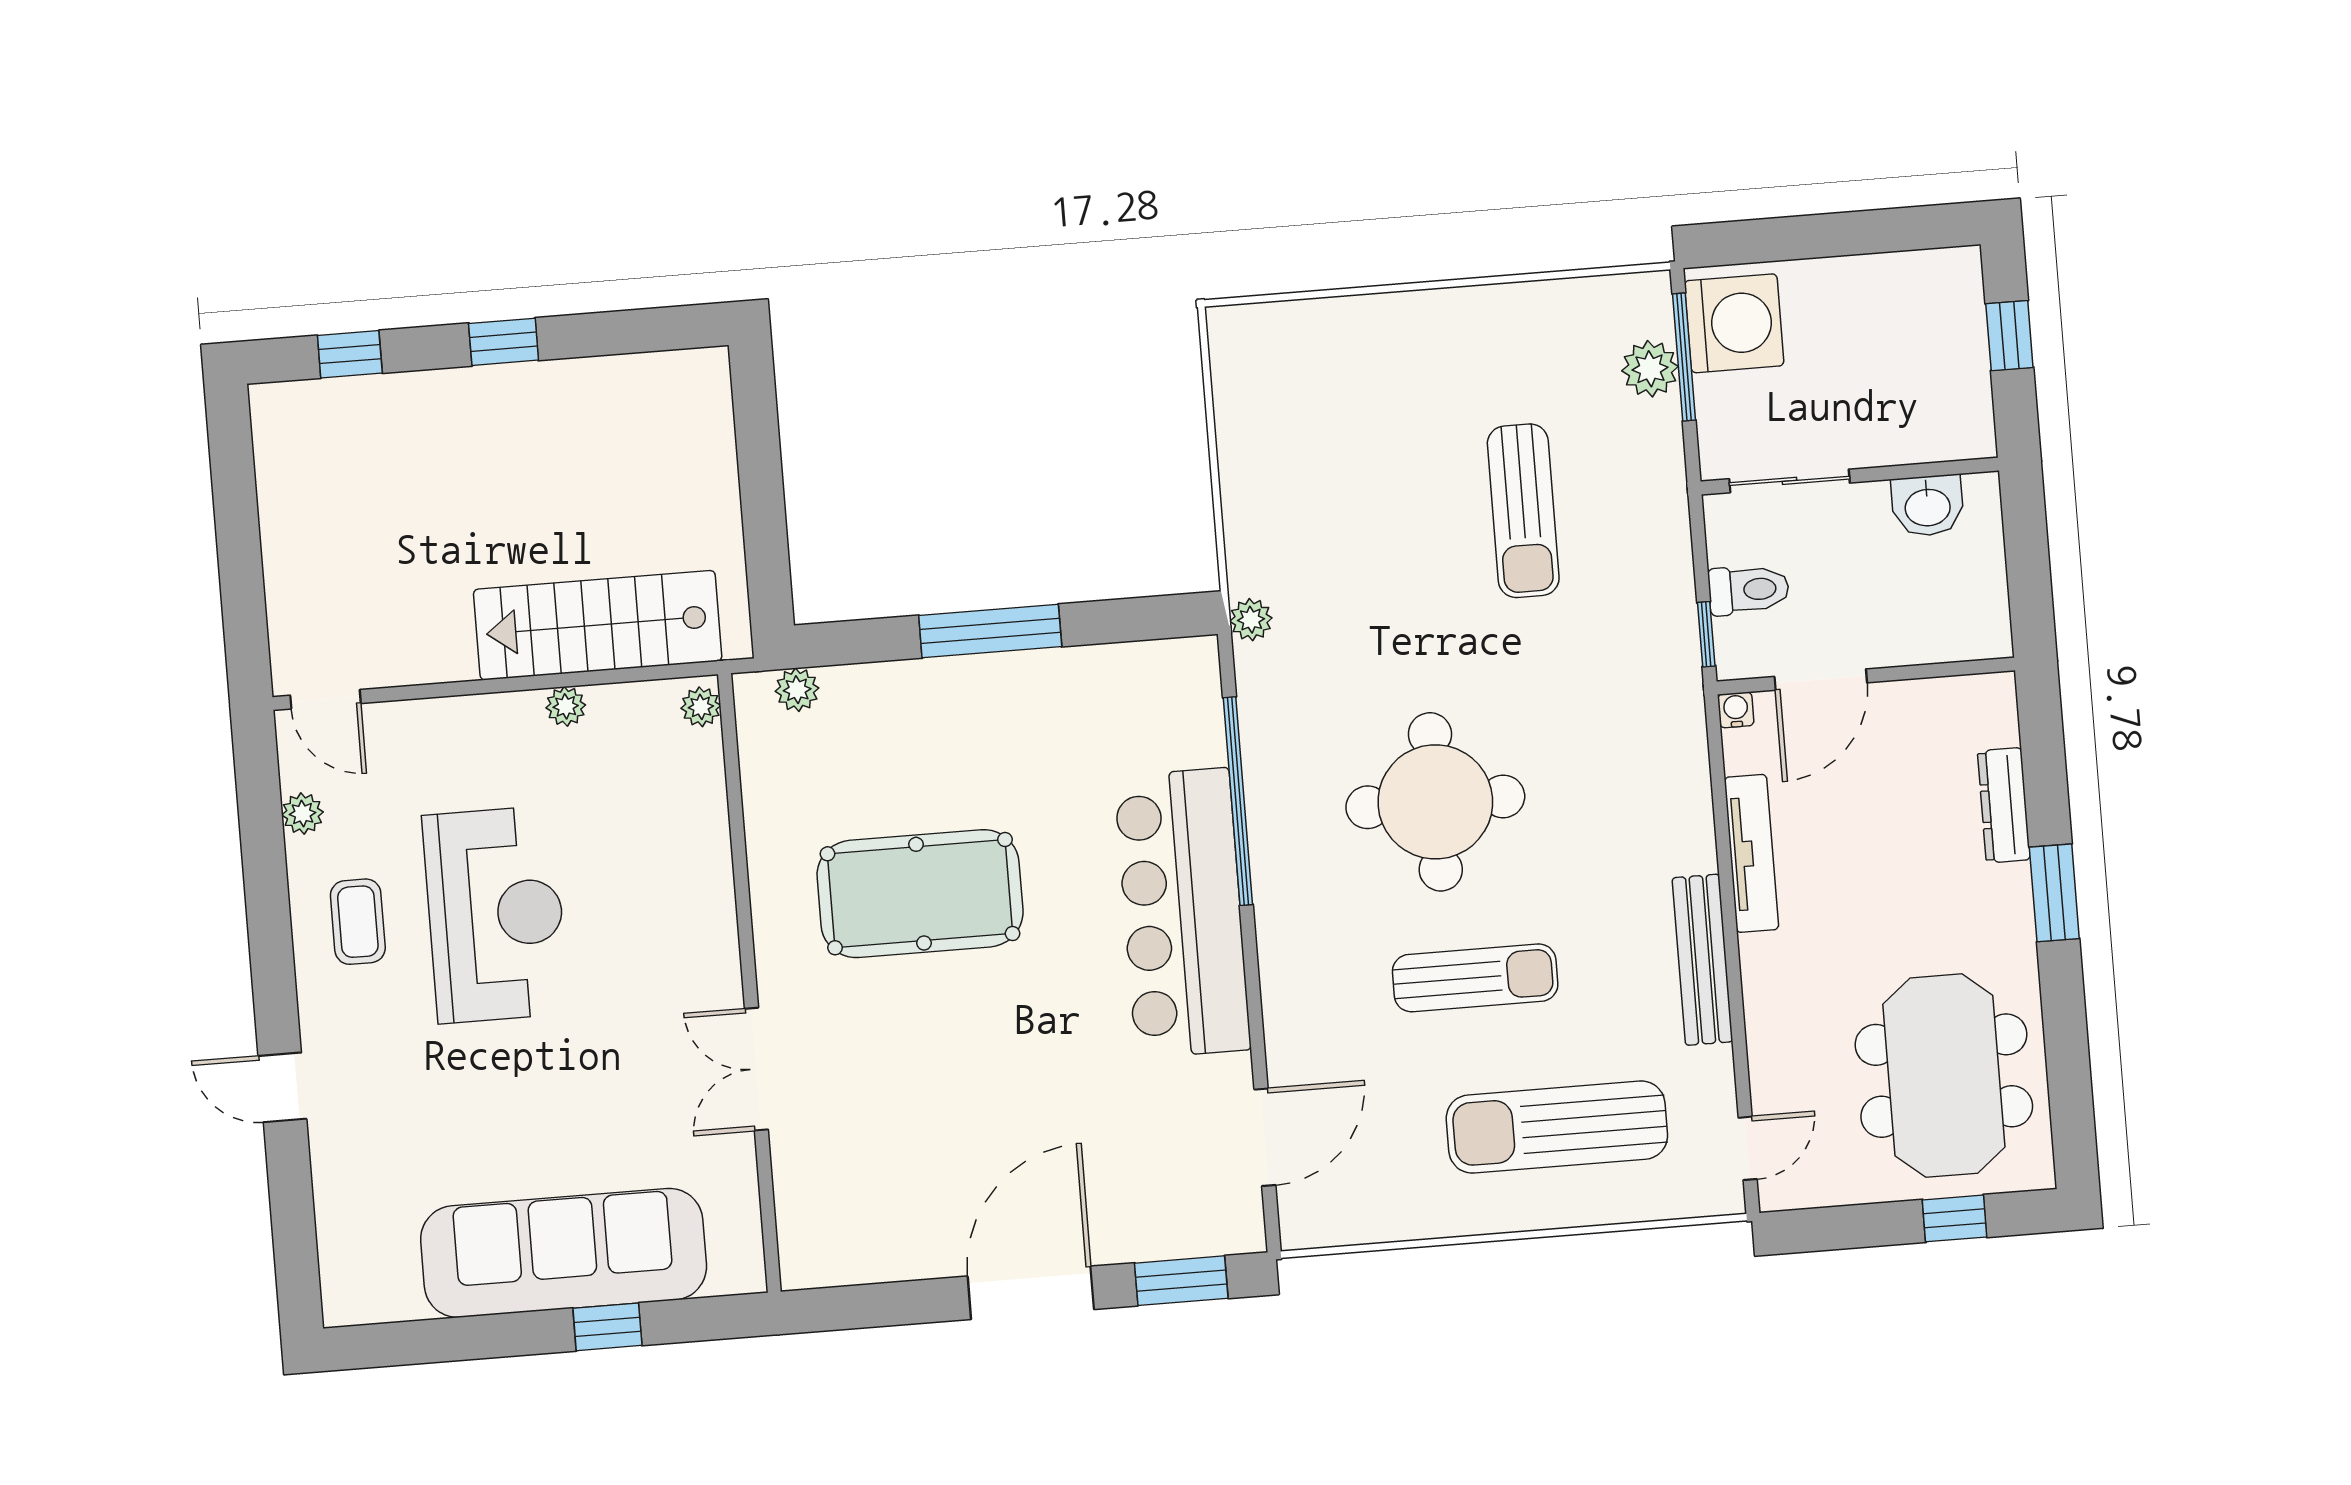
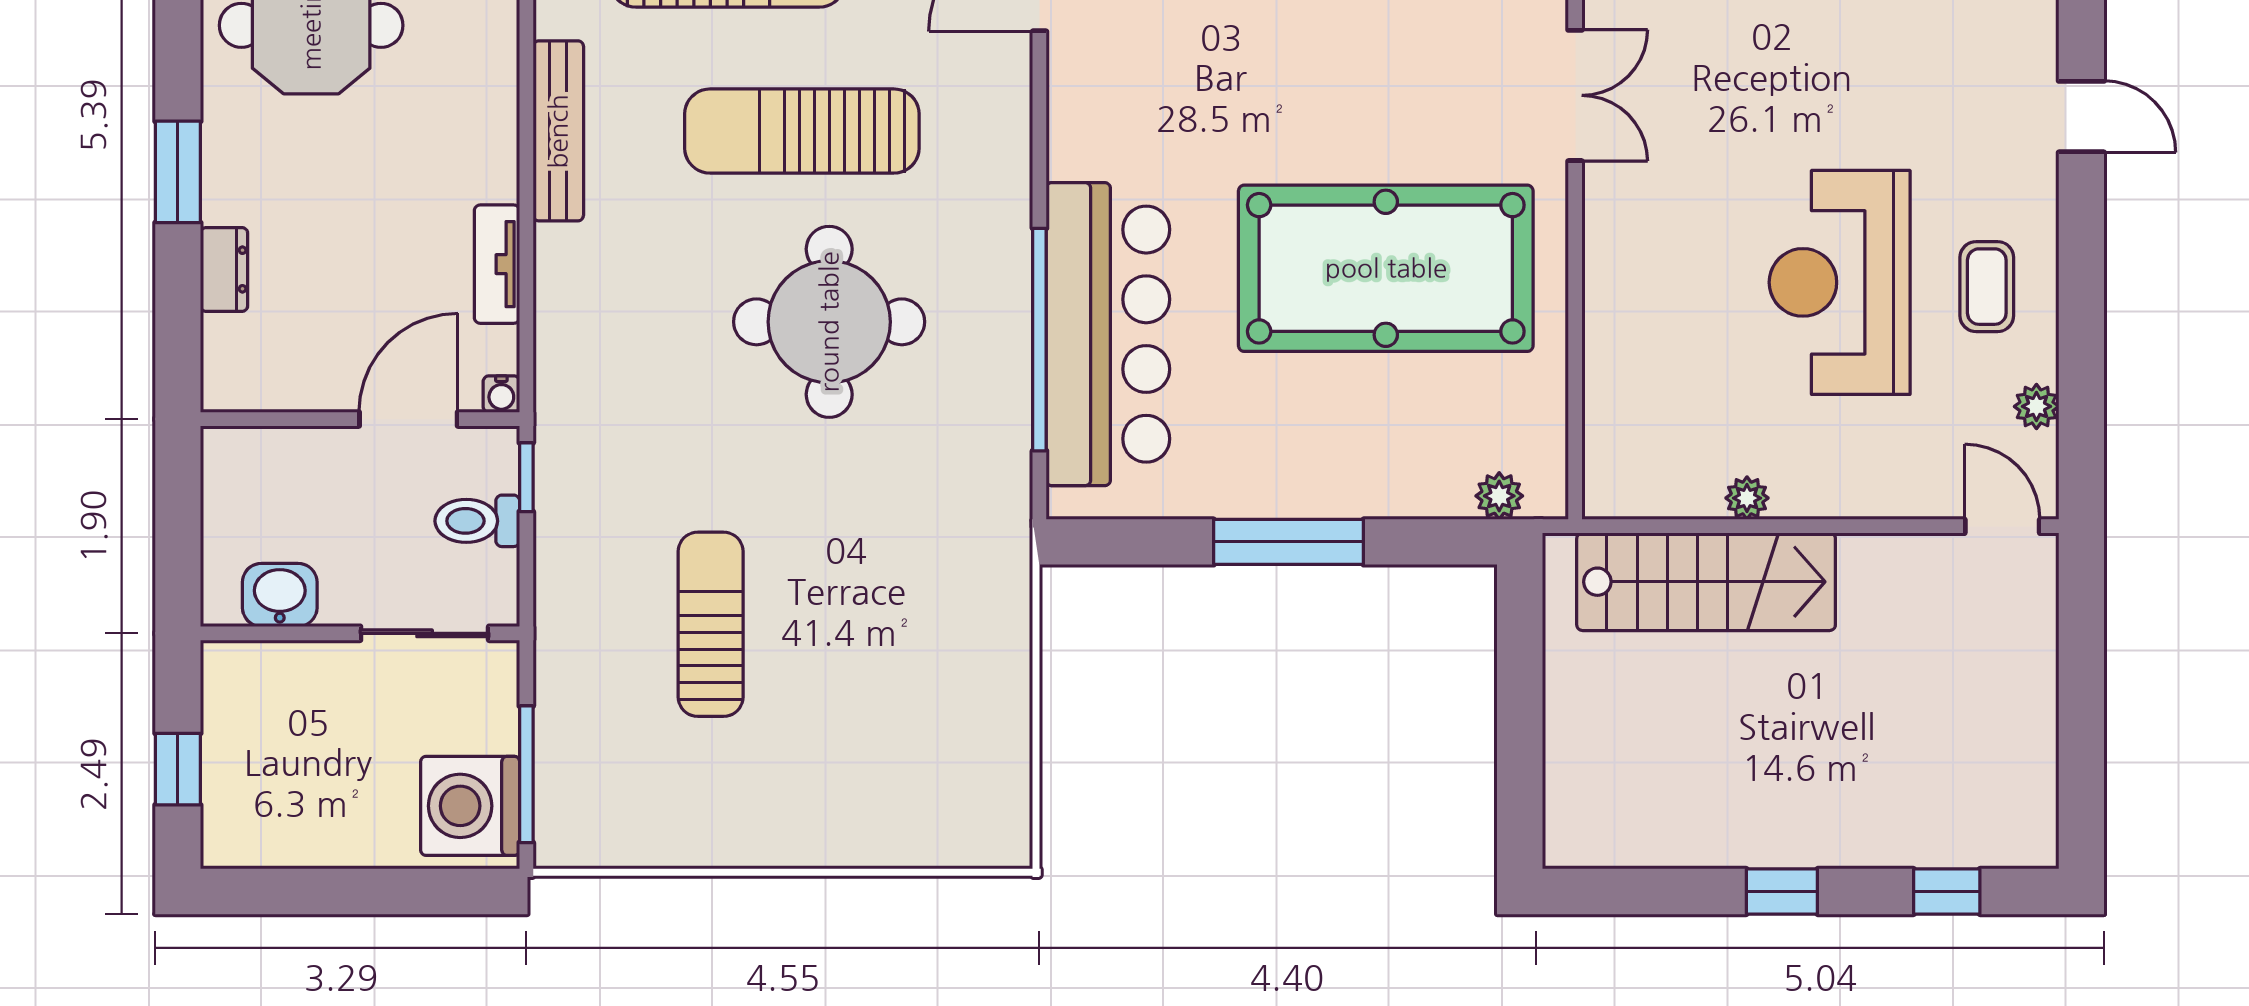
plant: (1650, 369) -> (563, 765), removed
plant: (1251, 620) -> (1010, 532), removed
plant: (701, 707) -> (1603, 486), removed
dresser: (2004, 805) -> (224, 269), width x0.70
tv unit: (1751, 853) -> (497, 264), width x0.71
pool table: (920, 894) -> (1386, 268), width x1.36, depth x1.32
bar counter: (1182, 913) -> (1108, 334), moved
sun lounger: (1475, 978) -> (802, 131), width x1.36, depth x1.34

